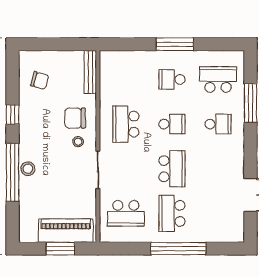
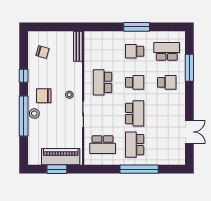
chair: (75, 118) -> (44, 96), moved

